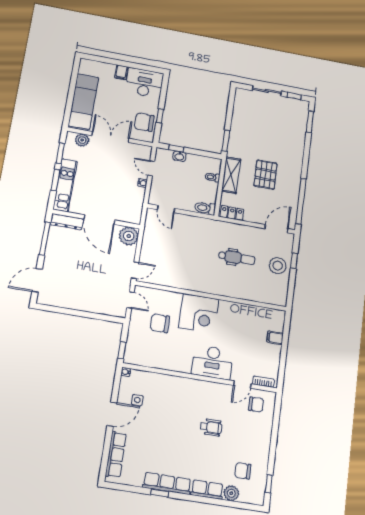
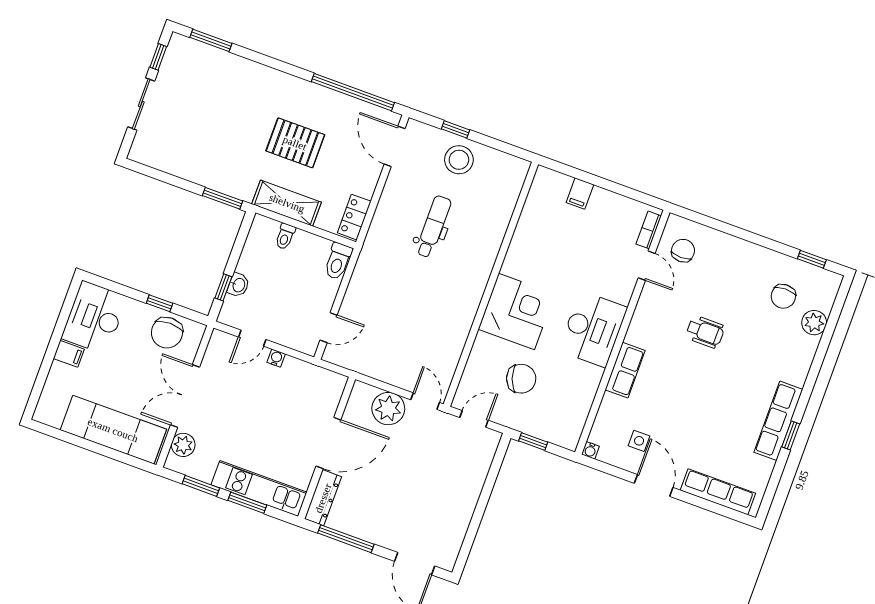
plant: (129, 236) -> (388, 409), moved
chair: (160, 323) -> (521, 379), turned -109
window: (122, 350) -> (533, 442), moved
desk: (212, 362) -> (593, 329), moved
wheelchair: (211, 427) -> (705, 332), turned 90
row of seats: (207, 490) -> (625, 370), moved, turned 180

